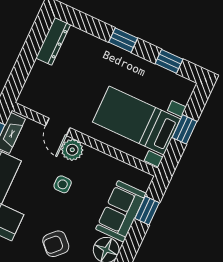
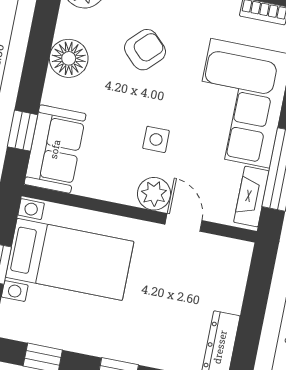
sofa: (121, 211) -> (55, 149), moved

